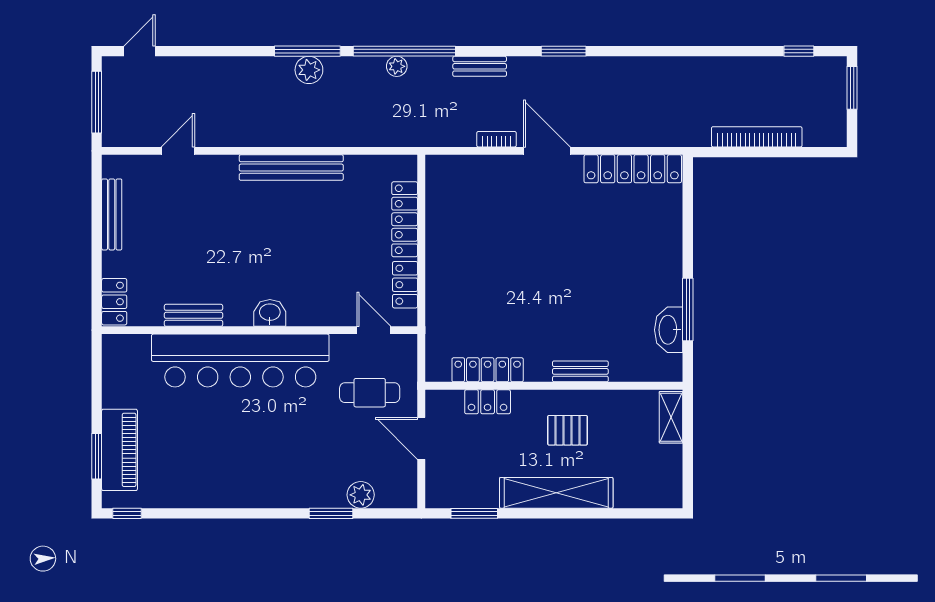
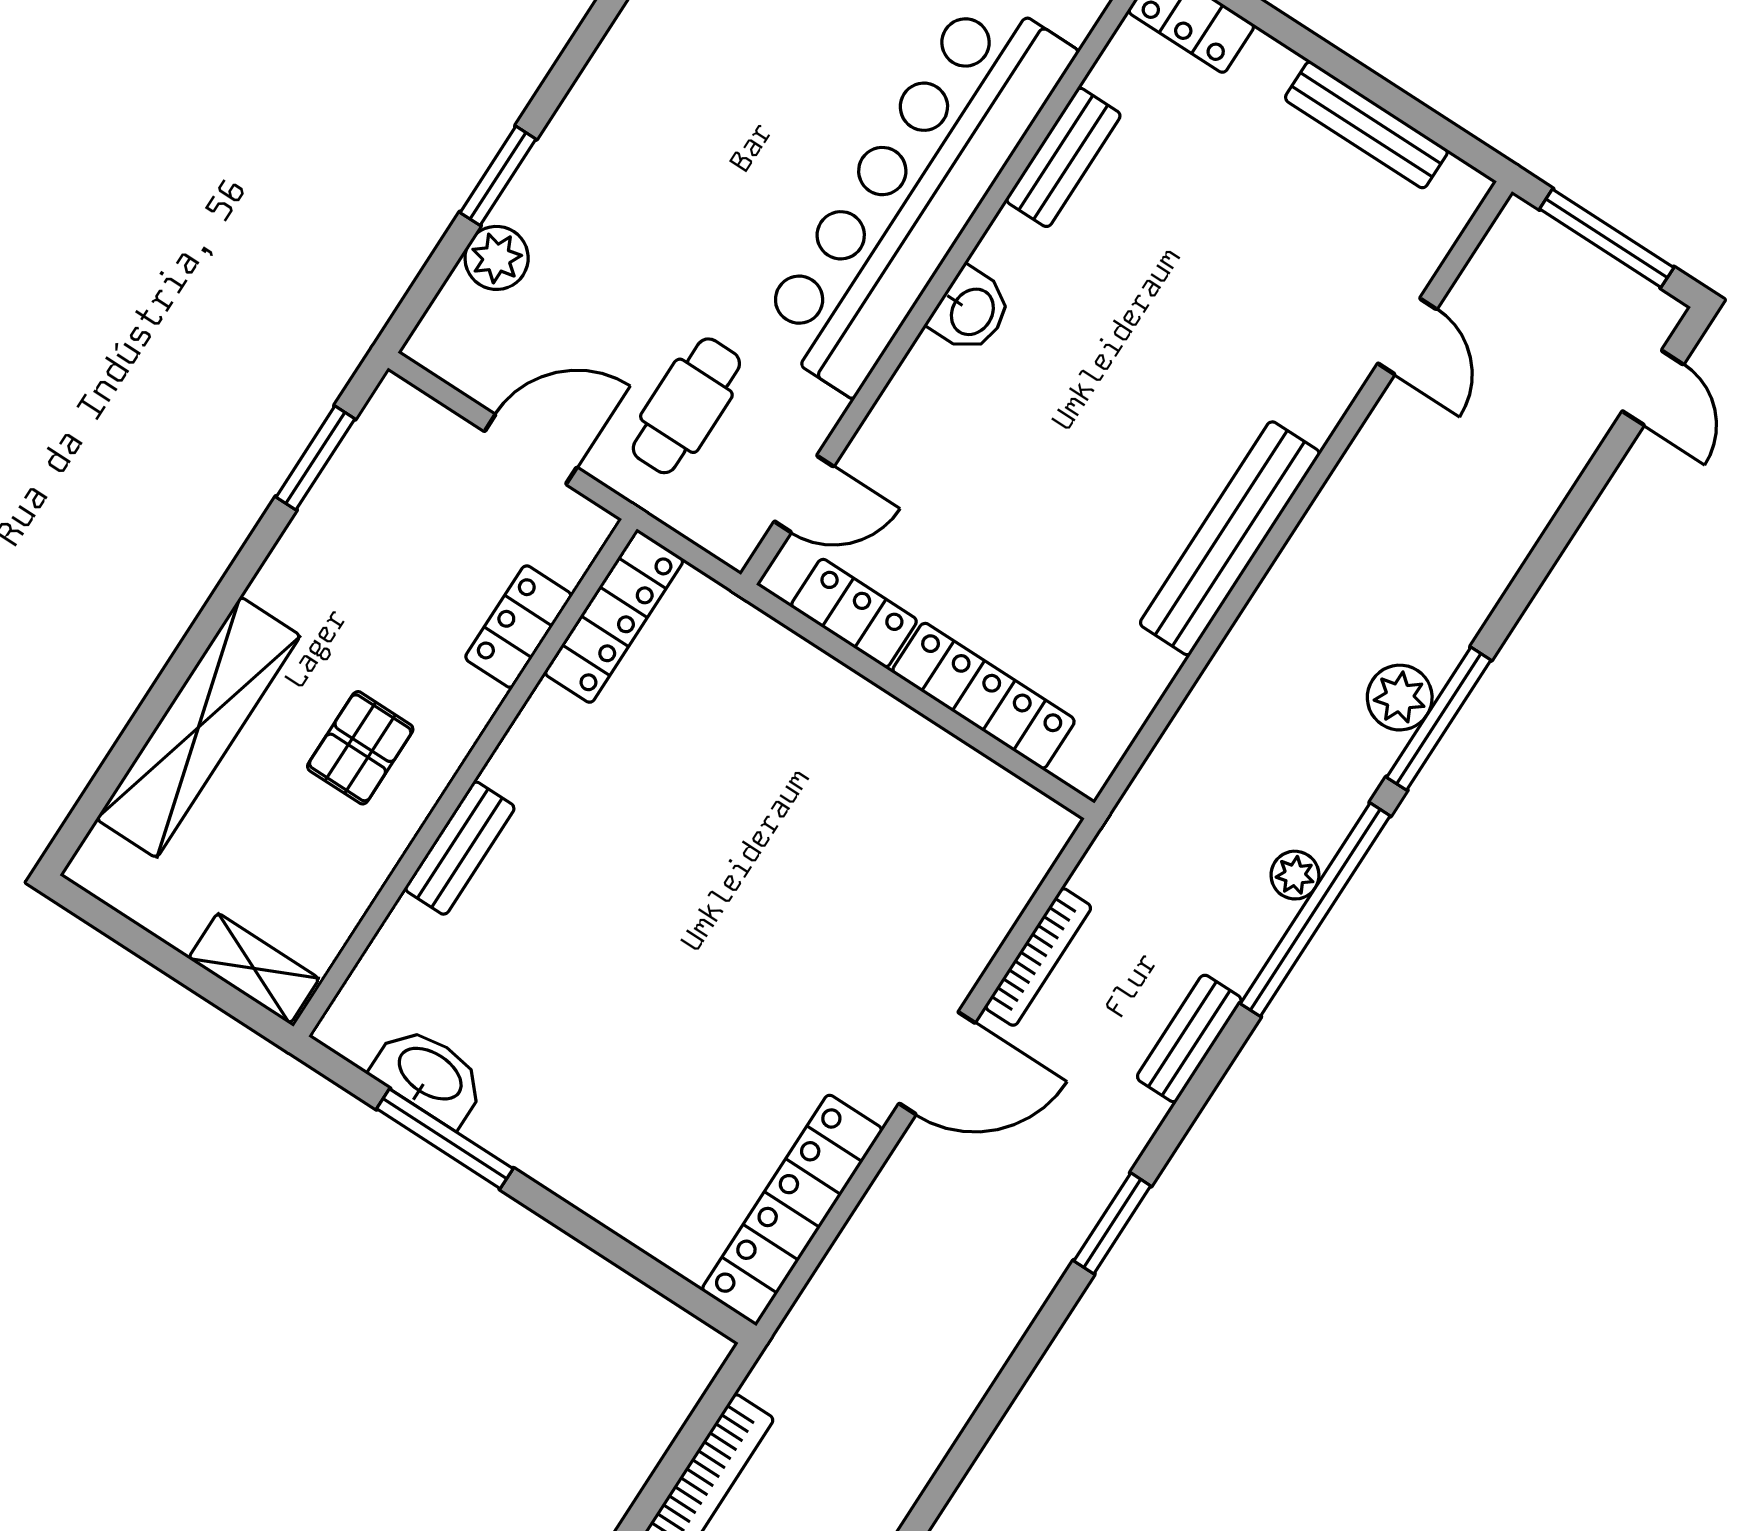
bookcase: (496, 139) -> (1038, 957), width x1.56
locker: (488, 370) -> (614, 617), moved
shelving: (556, 493) -> (198, 727), moved

